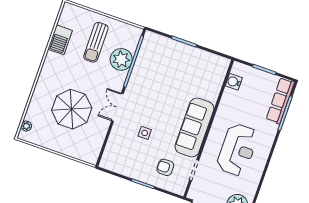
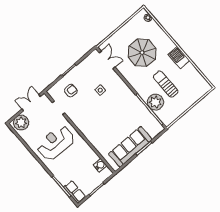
barbecue: (60, 40) -> (179, 58), moved
sun lounger: (96, 42) -> (166, 84), moved
row of seats: (280, 101) -> (75, 192), width x0.68
double door: (117, 107) -> (107, 60), moved
sofa: (194, 128) -> (130, 147), moved, turned -90
reception desk: (237, 150) -> (56, 143), turned 90

